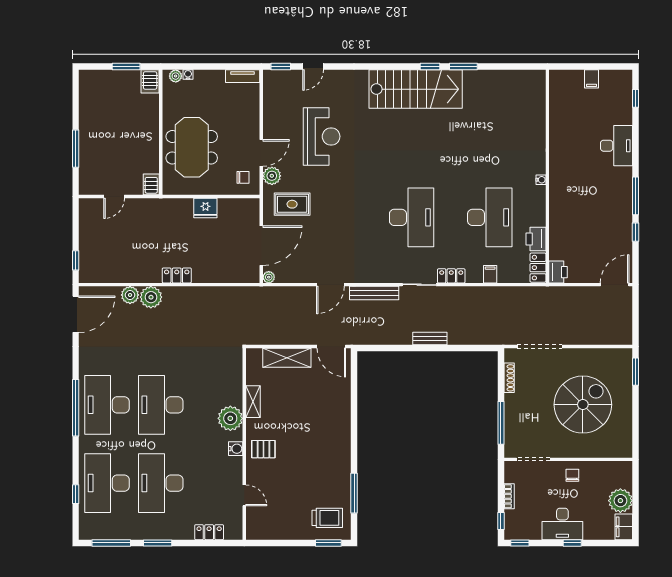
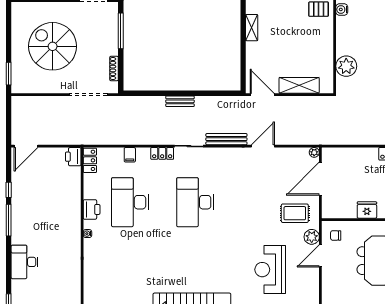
printer: (536, 239) -> (92, 209), moved
shelving: (253, 402) -> (252, 28), moved
spiral stairs: (583, 405) -> (53, 46), turned 90
plant: (230, 418) -> (346, 66), moved

